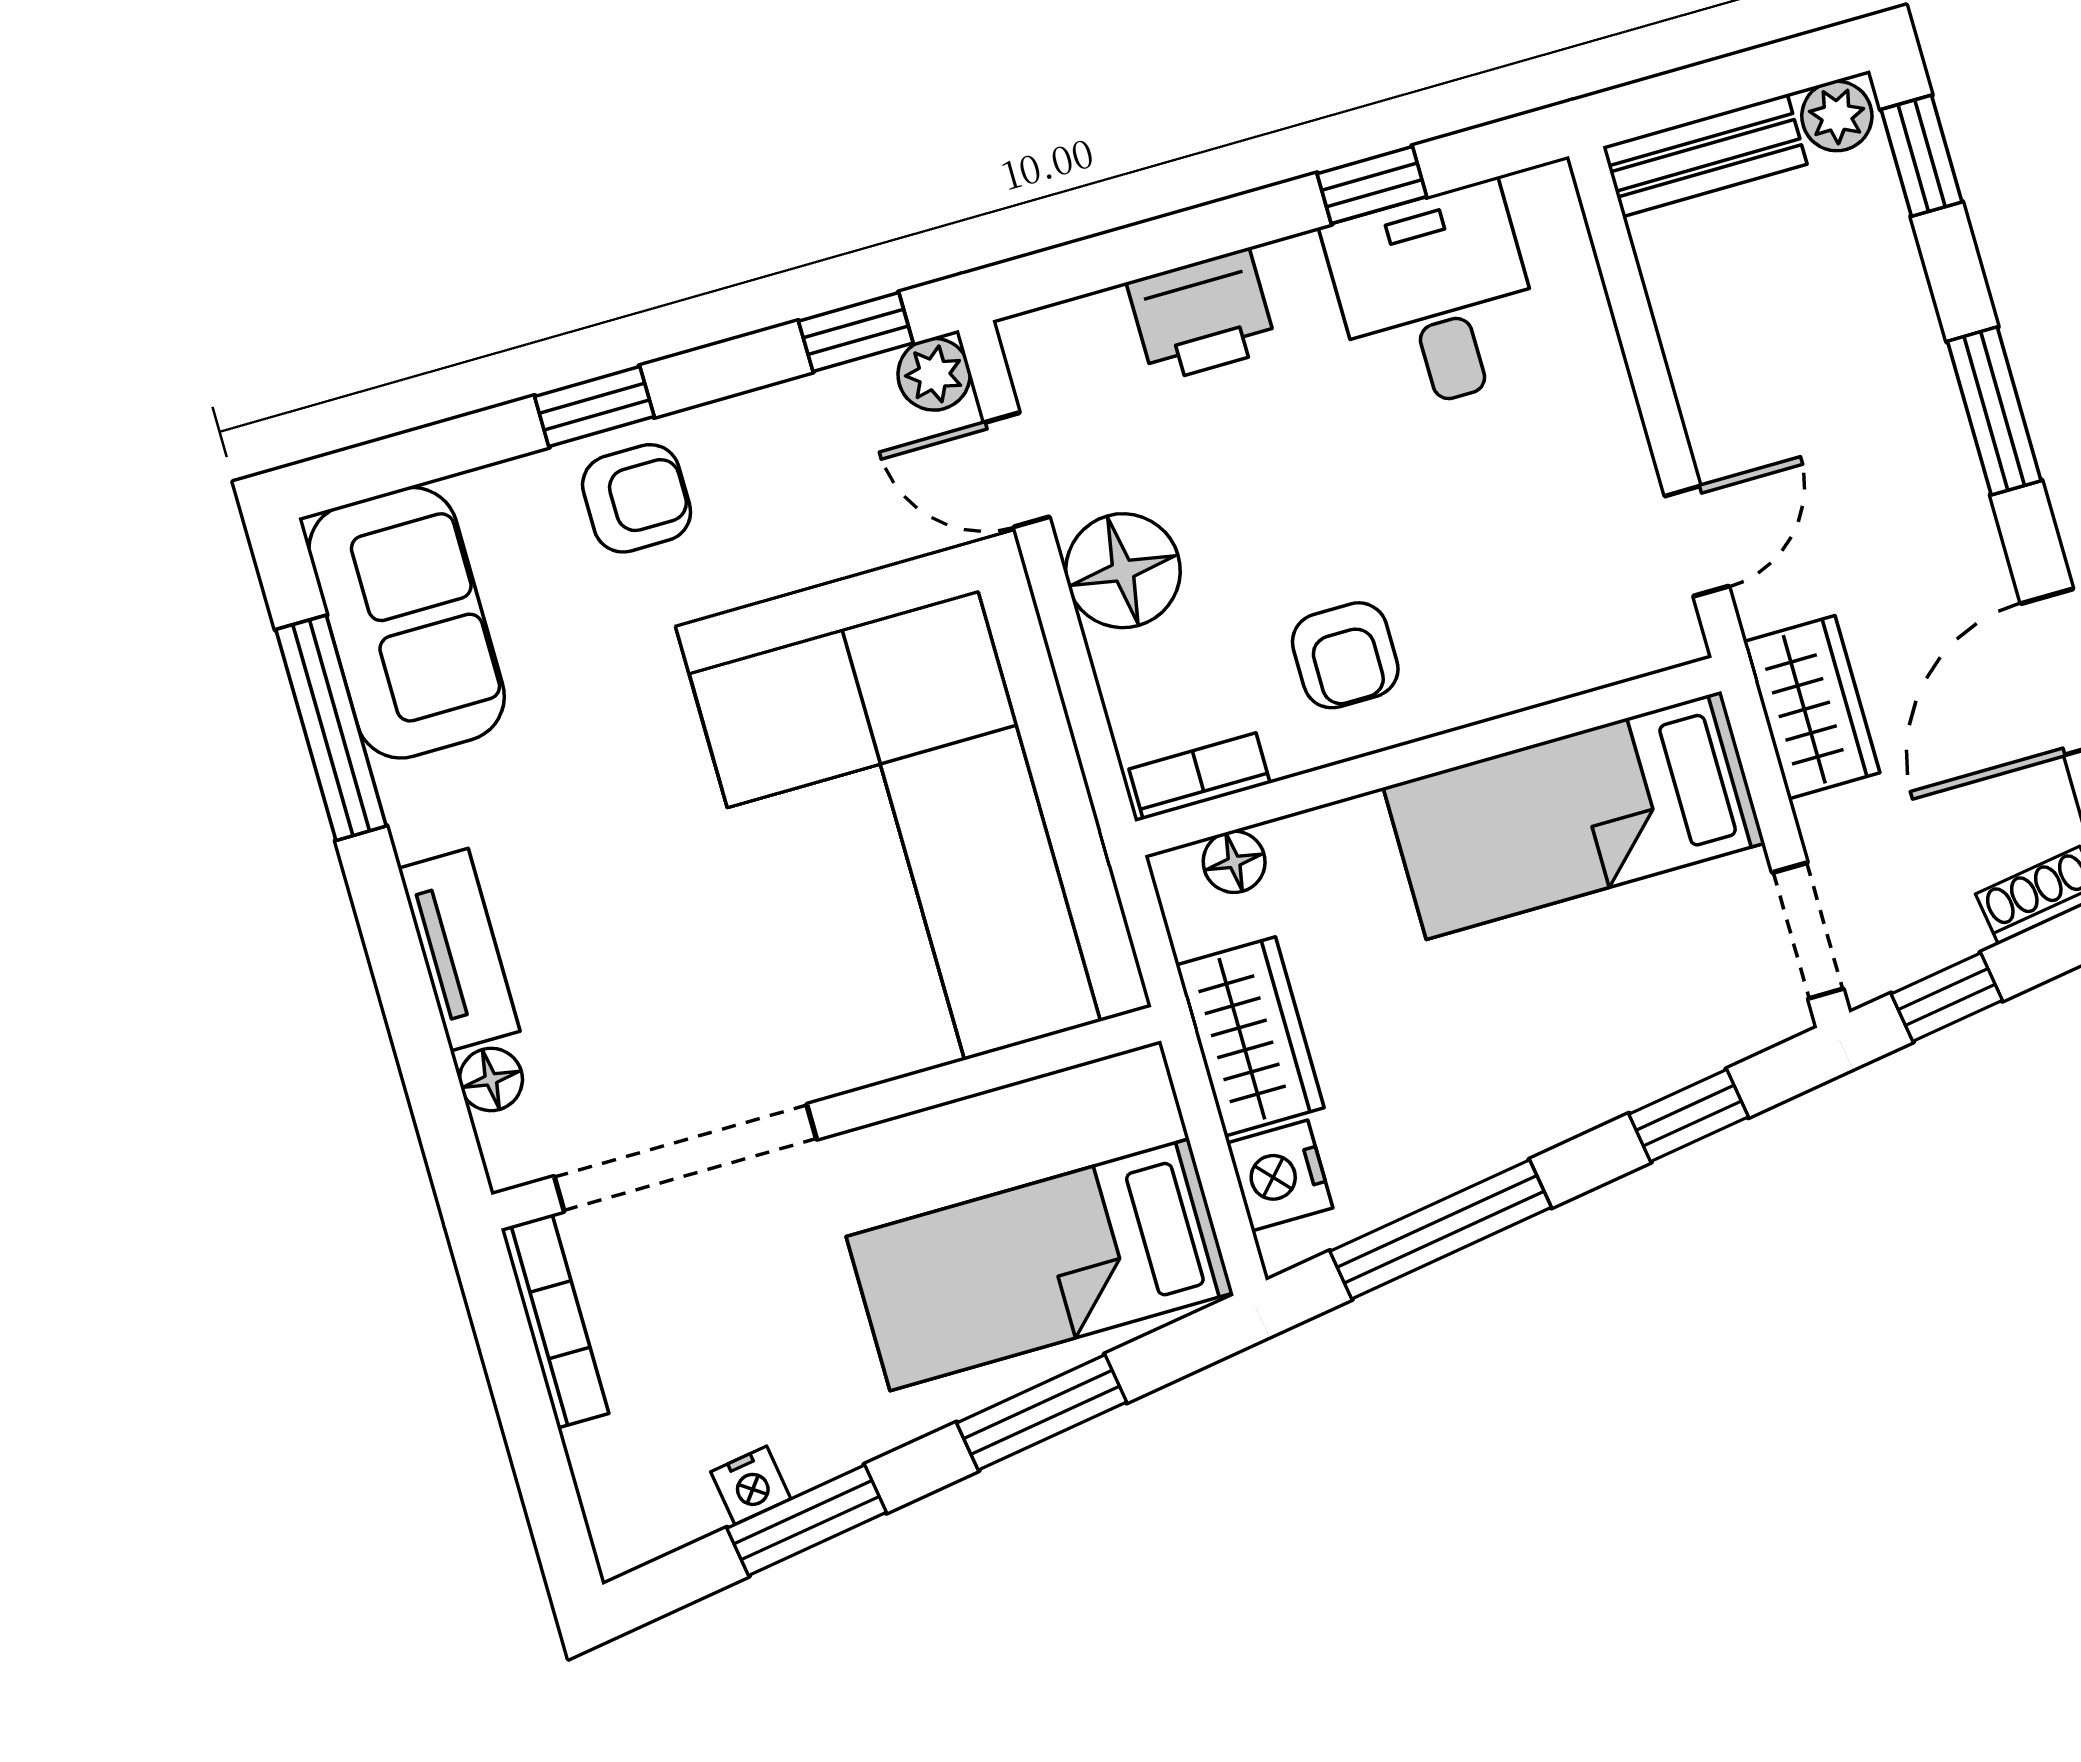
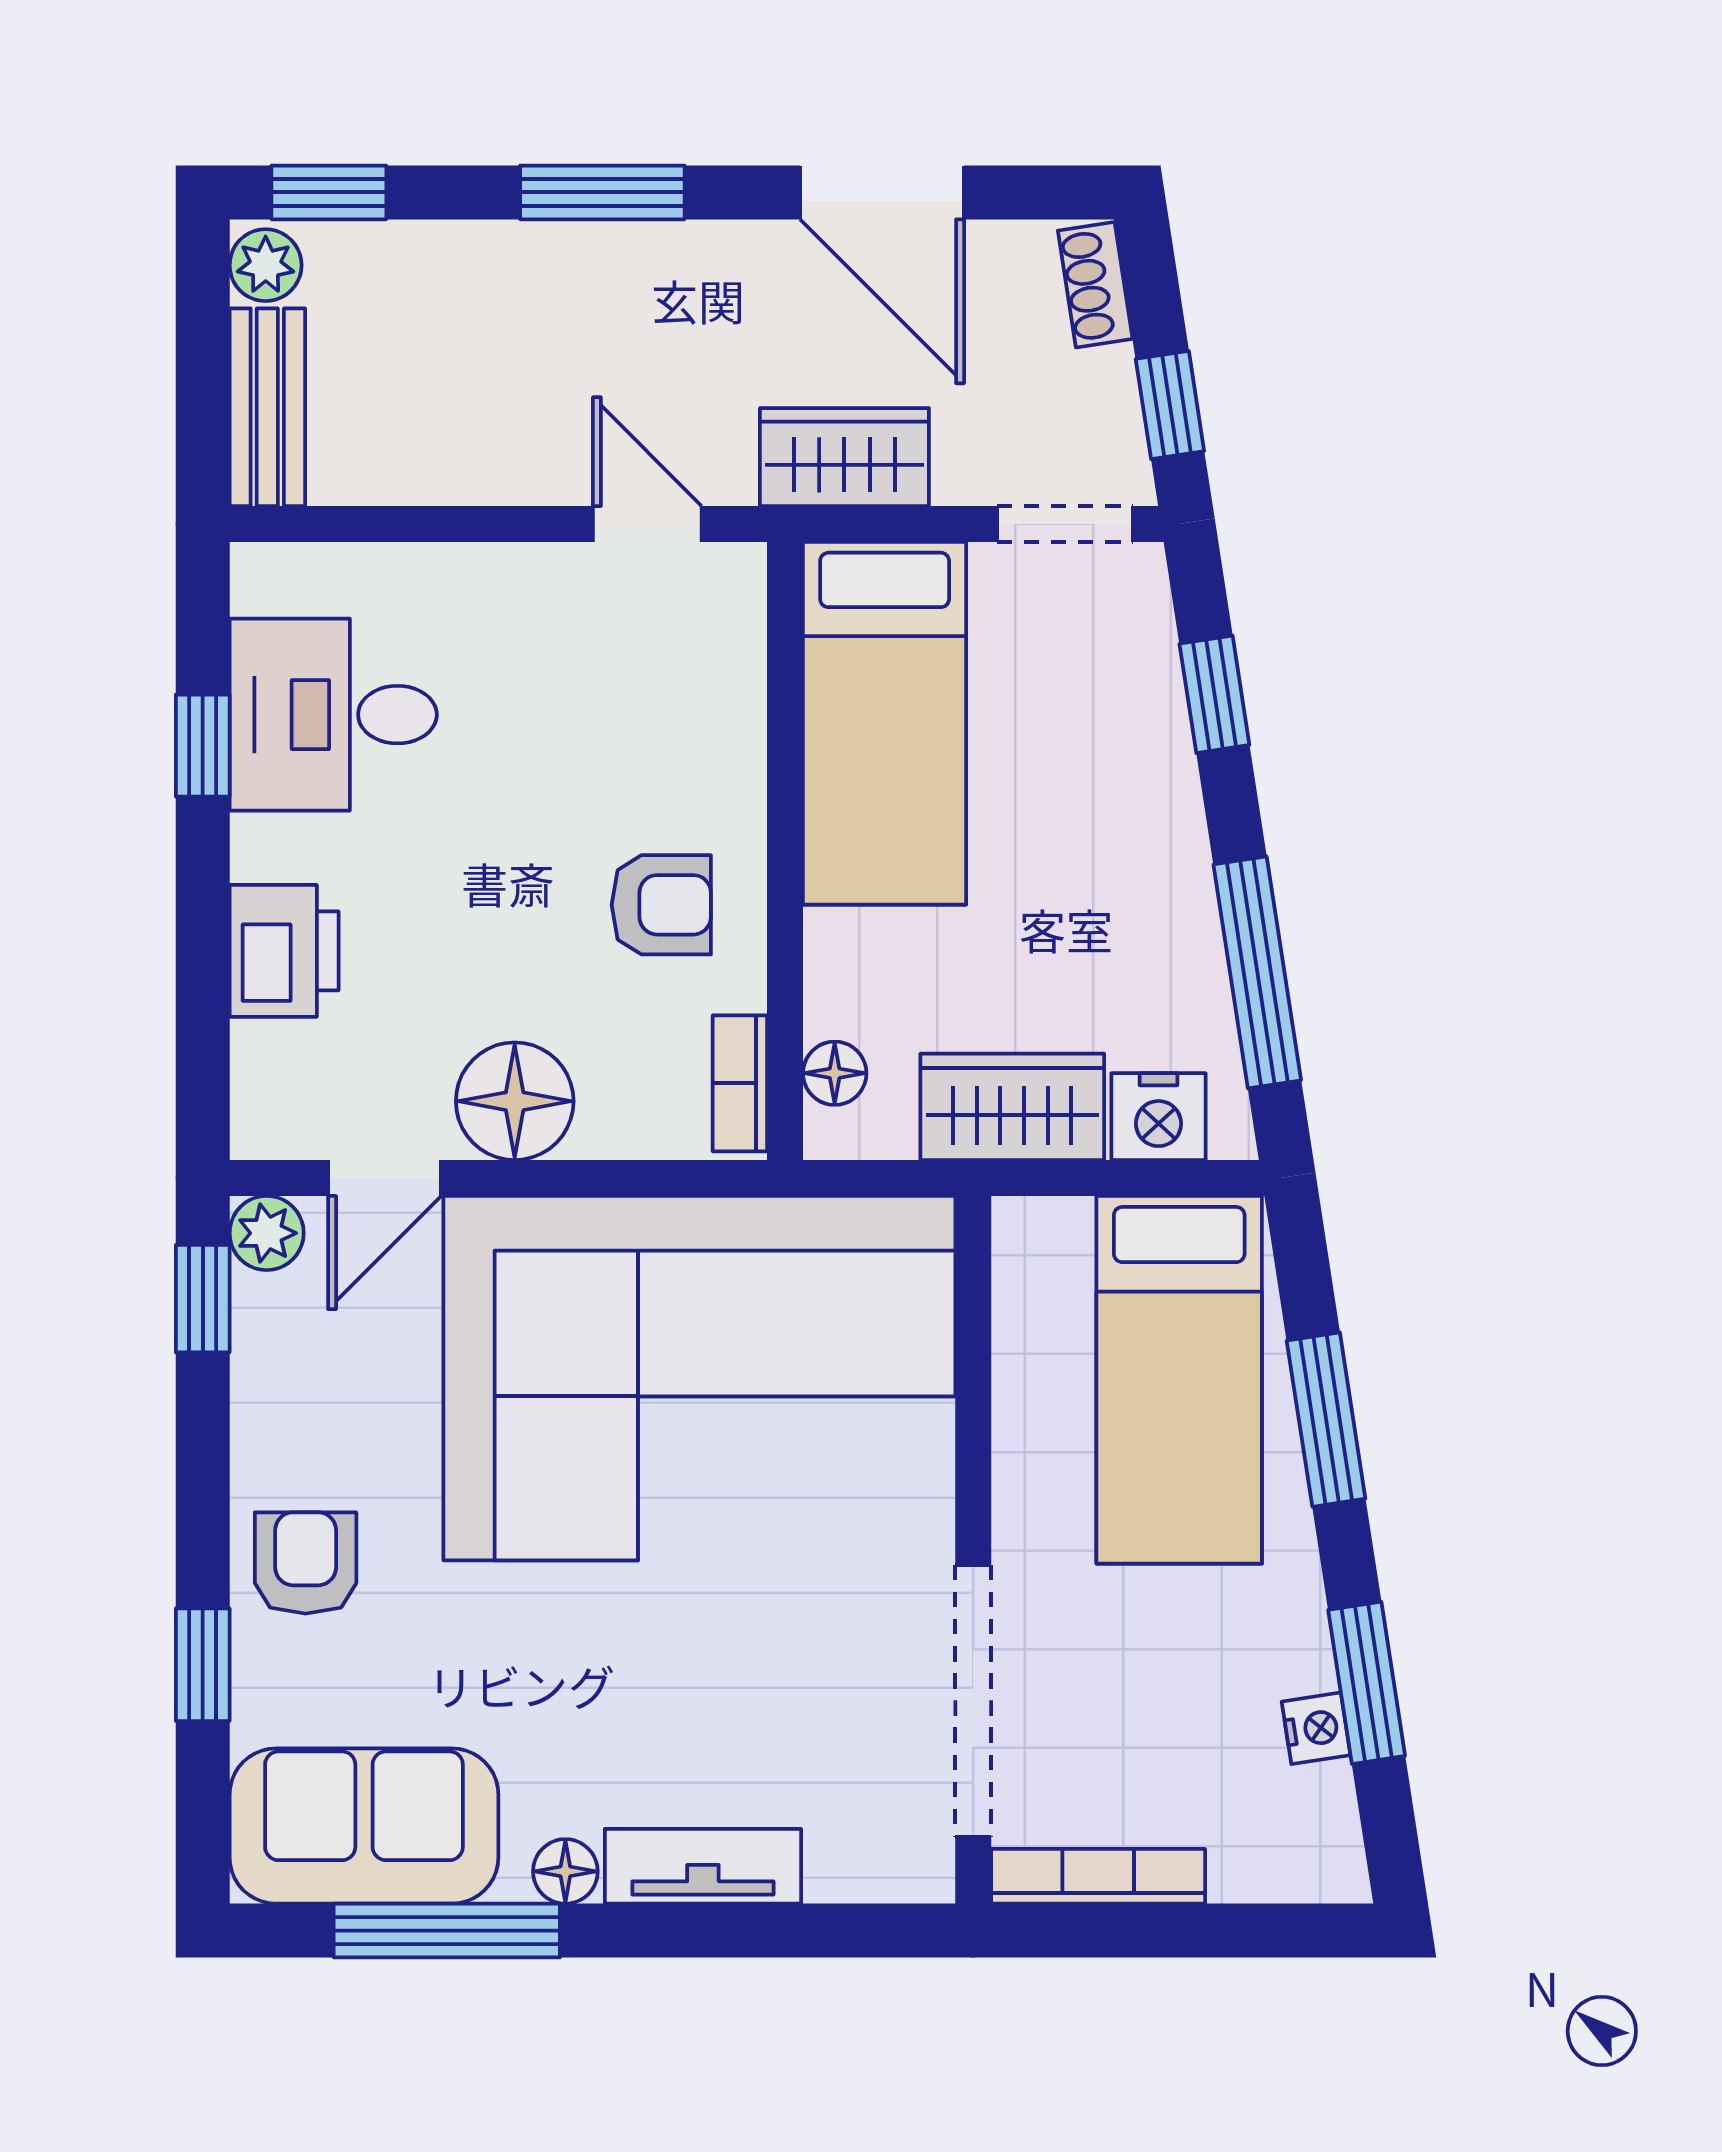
window: (594, 407) -> (203, 1665), moved
floor lamp: (491, 1079) -> (565, 1871), moved

